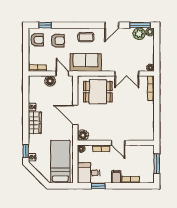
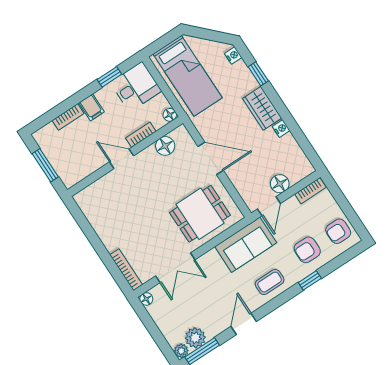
window: (45, 25) -> (310, 280), moved
door: (62, 74) -> (269, 206), hinge flipped
double door: (127, 74) -> (175, 268), swing flipped
floor lamp: (83, 135) -> (165, 146), moved
window: (26, 151) -> (258, 74), moved

